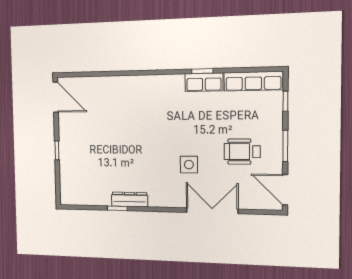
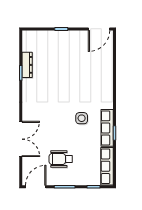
row of seats: (204, 82) -> (107, 128), width x1.48
wheelchair: (242, 152) -> (61, 159), turned -90
side table: (189, 165) -> (82, 118), moved
dresser: (130, 199) -> (27, 65), moved

